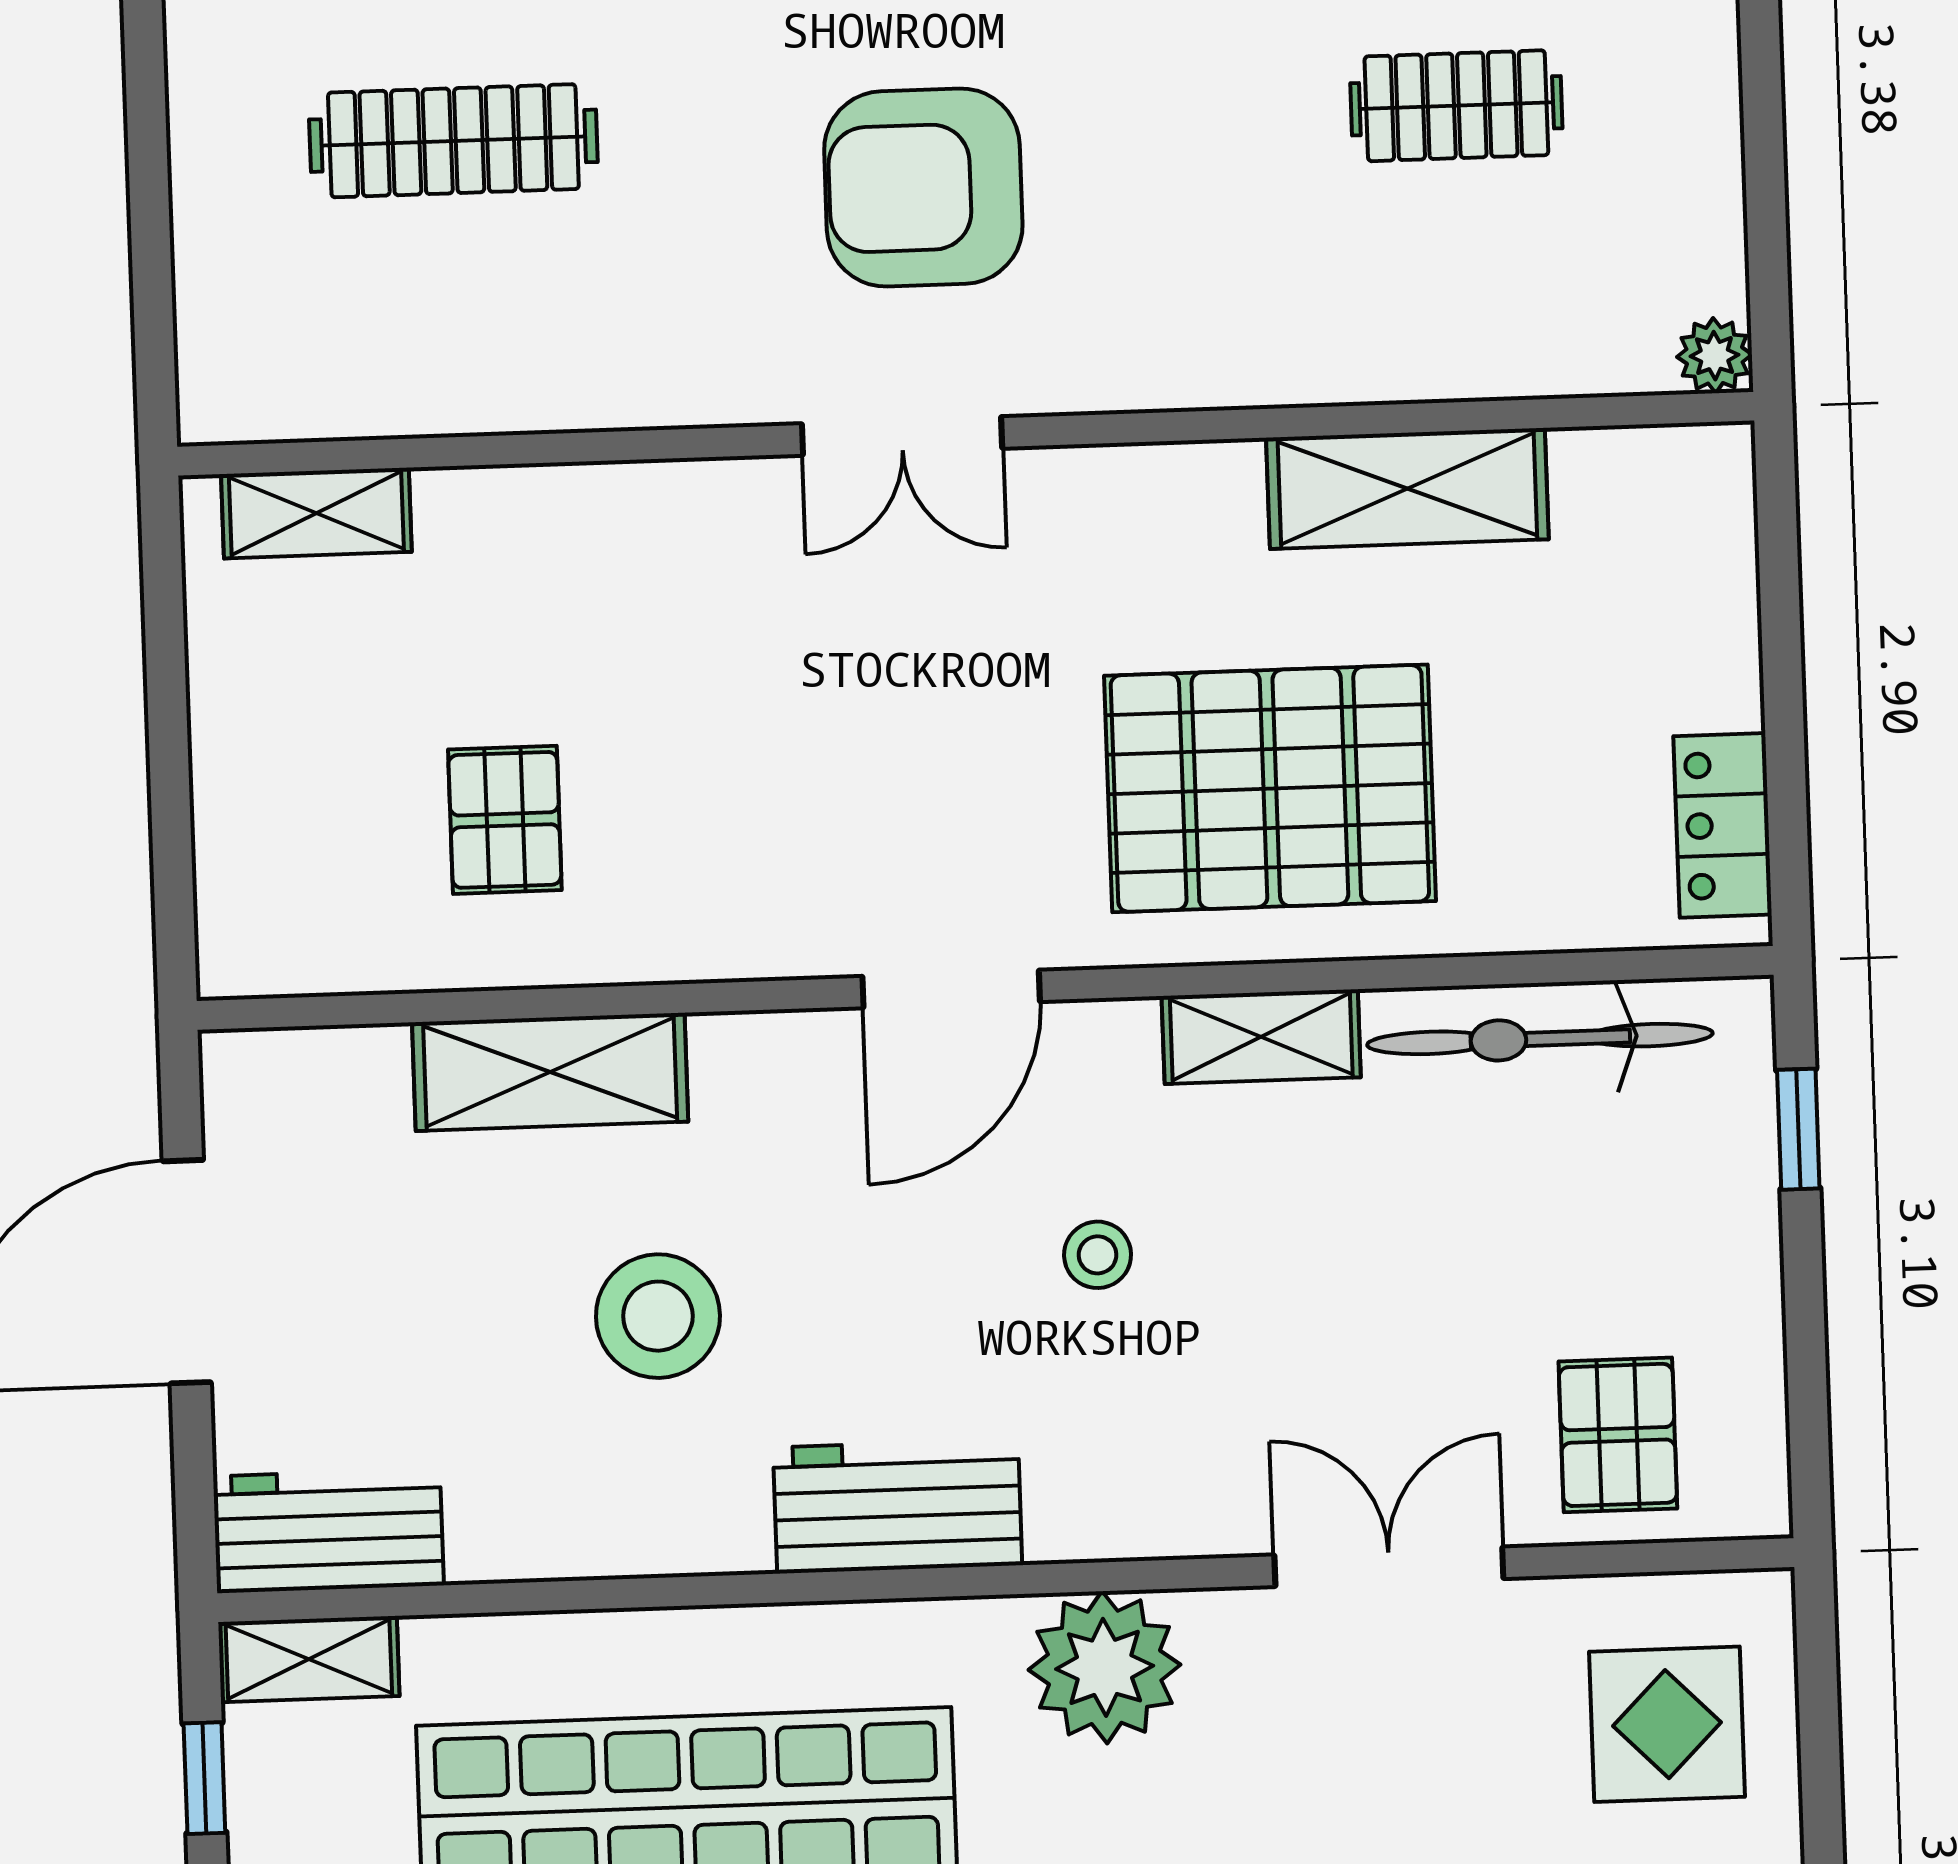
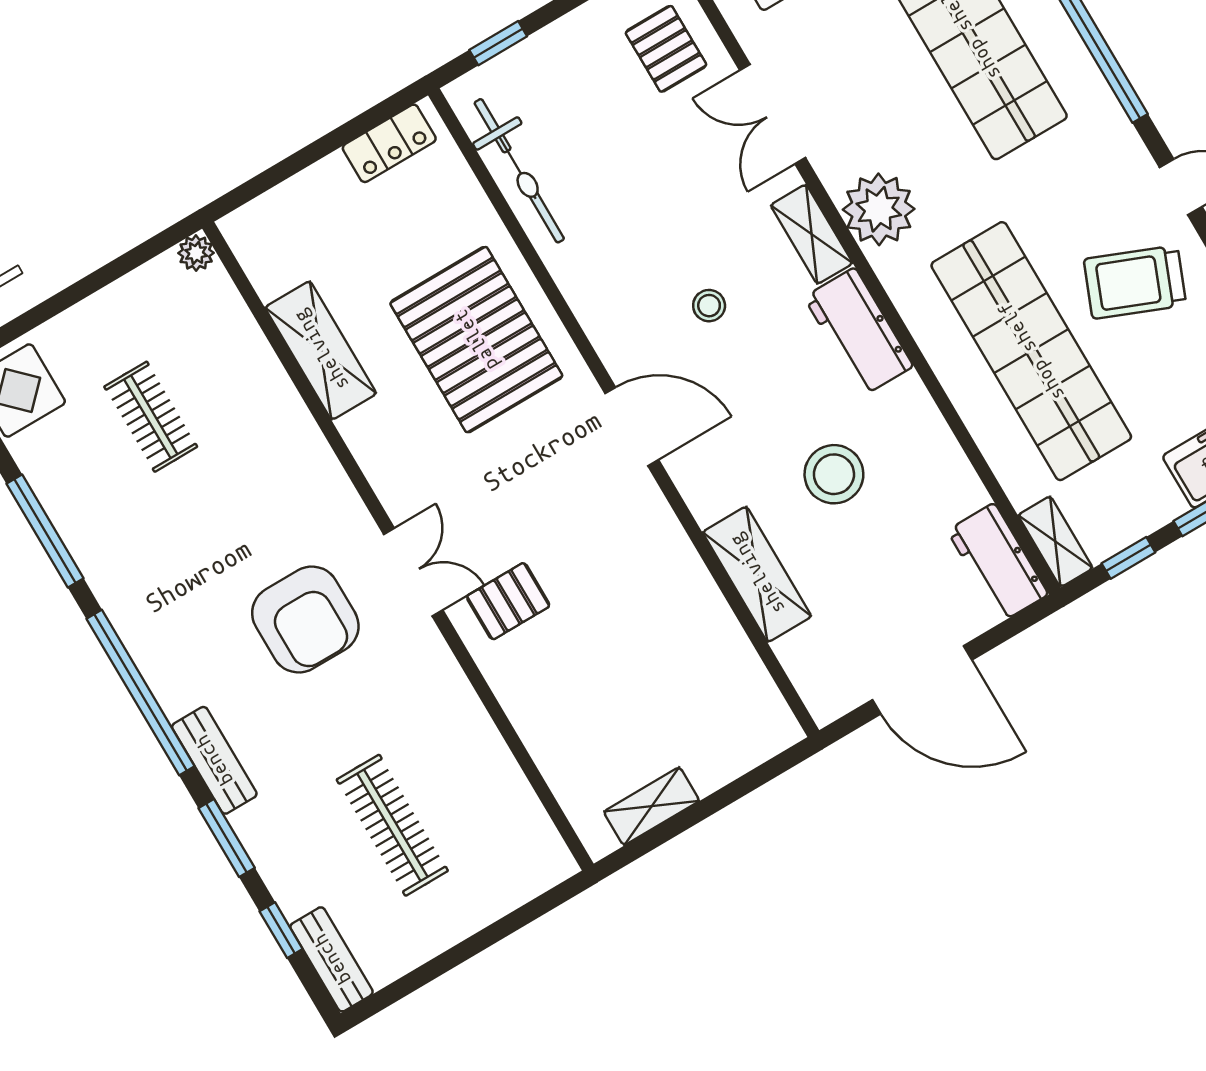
shelving: (316, 513) -> (652, 806), moved, turned 90
pallet: (505, 820) -> (508, 601), moved
shelving: (1261, 1037) -> (812, 234), moved
pallet: (1618, 1435) -> (666, 49), turned 90

